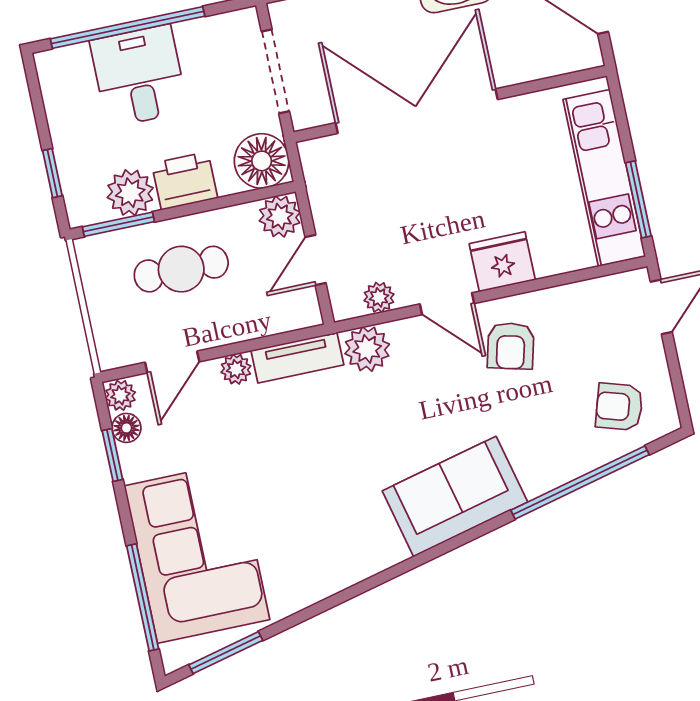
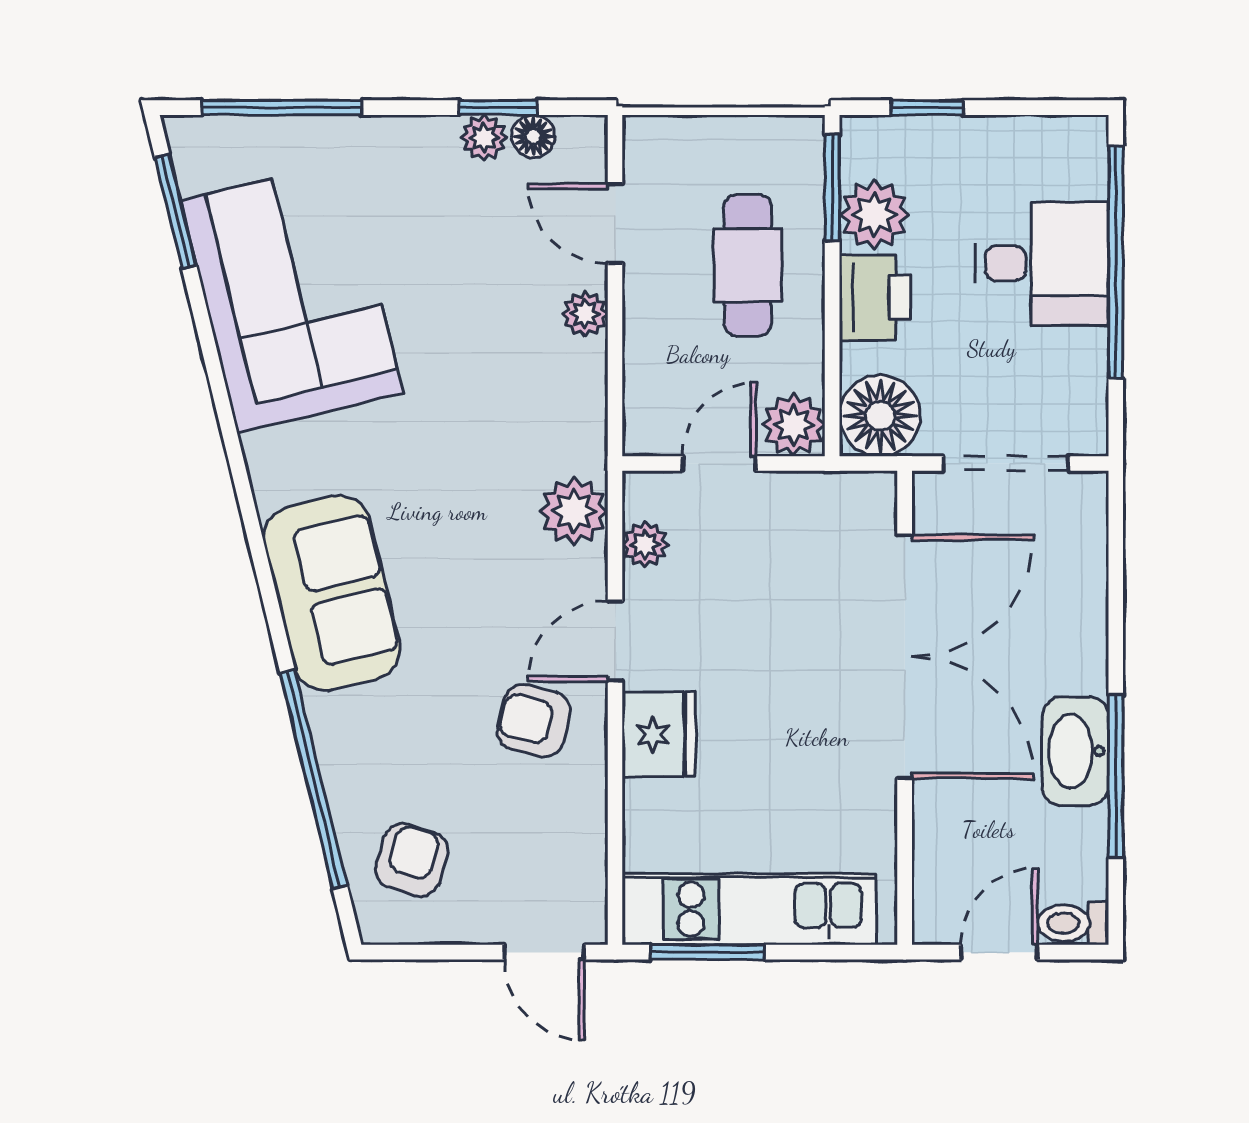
door: (316, 260) -> (719, 464), hinge flipped
tv unit: (297, 358) -> (583, 407), removed
plant: (120, 395) -> (484, 138), moved
corner sofa: (197, 553) -> (292, 297), moved, turned -104

